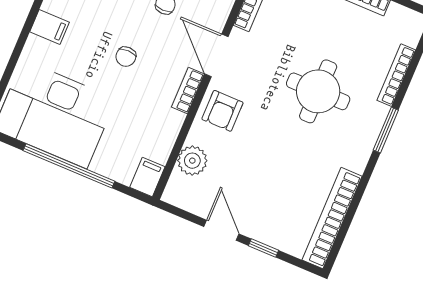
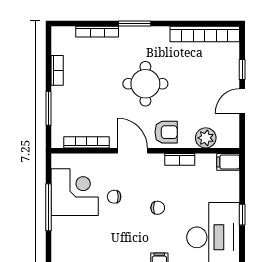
door: (216, 55) -> (133, 151), swing flipped
bookcase: (188, 90) -> (180, 159), moved
round table: (318, 91) -> (145, 84), moved
window: (69, 166) -> (242, 215), width x0.32

